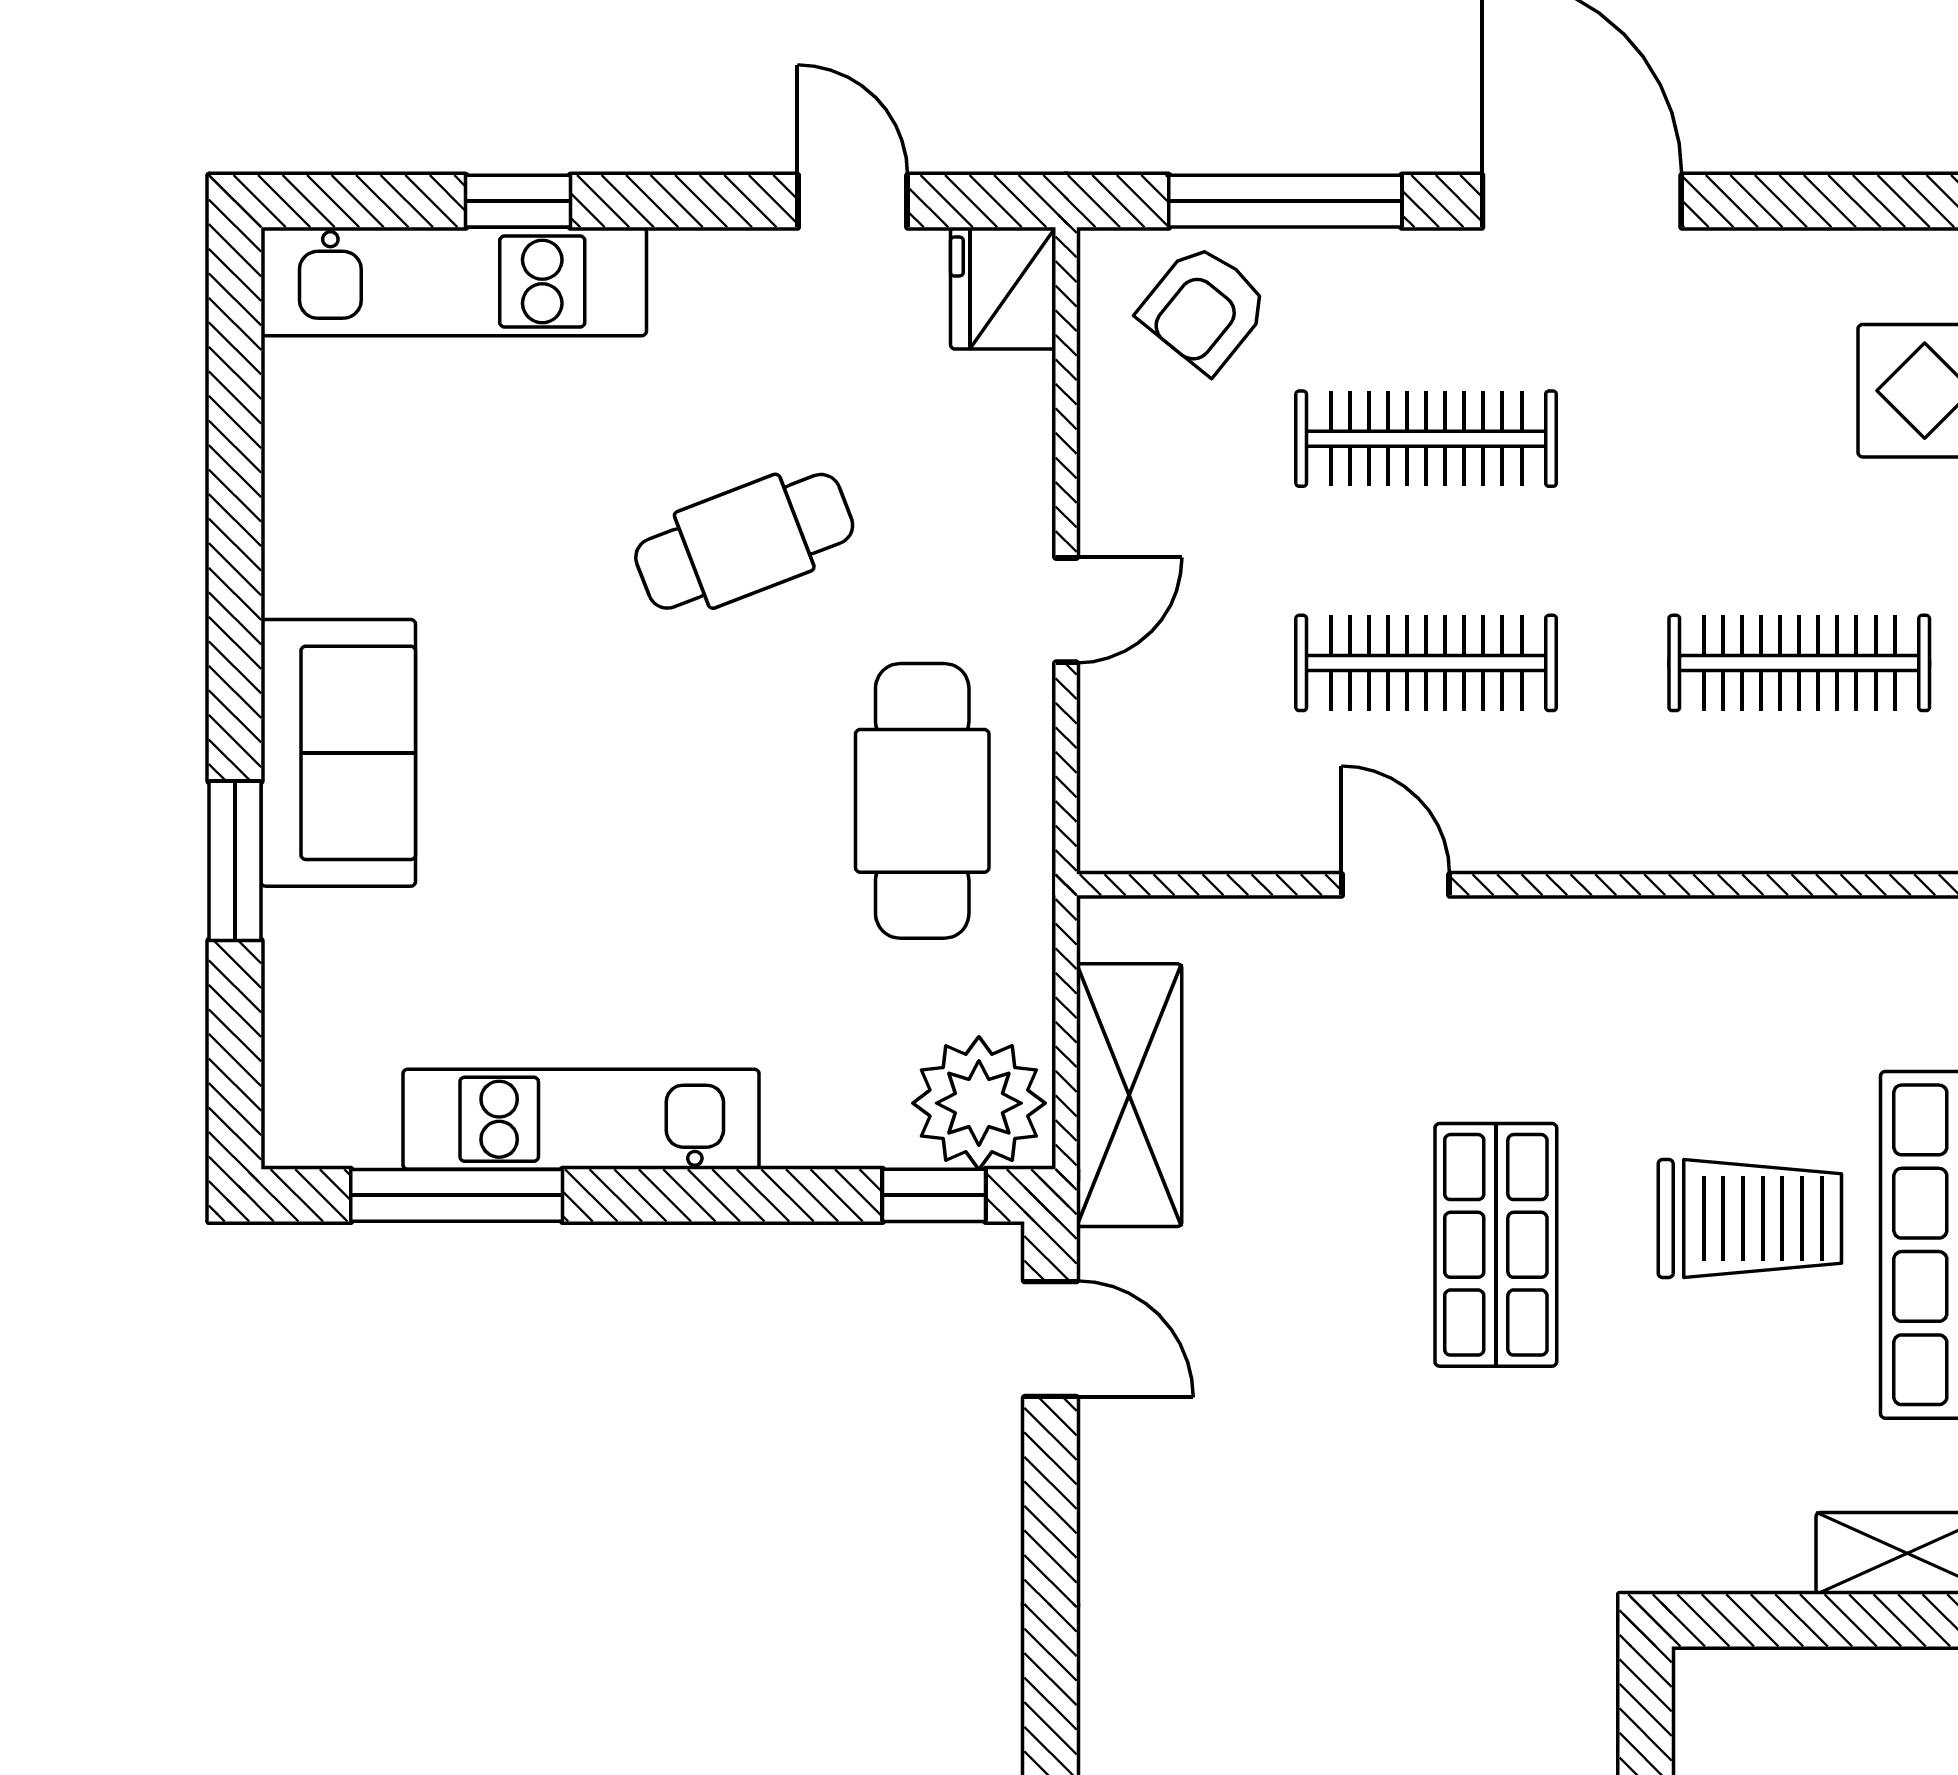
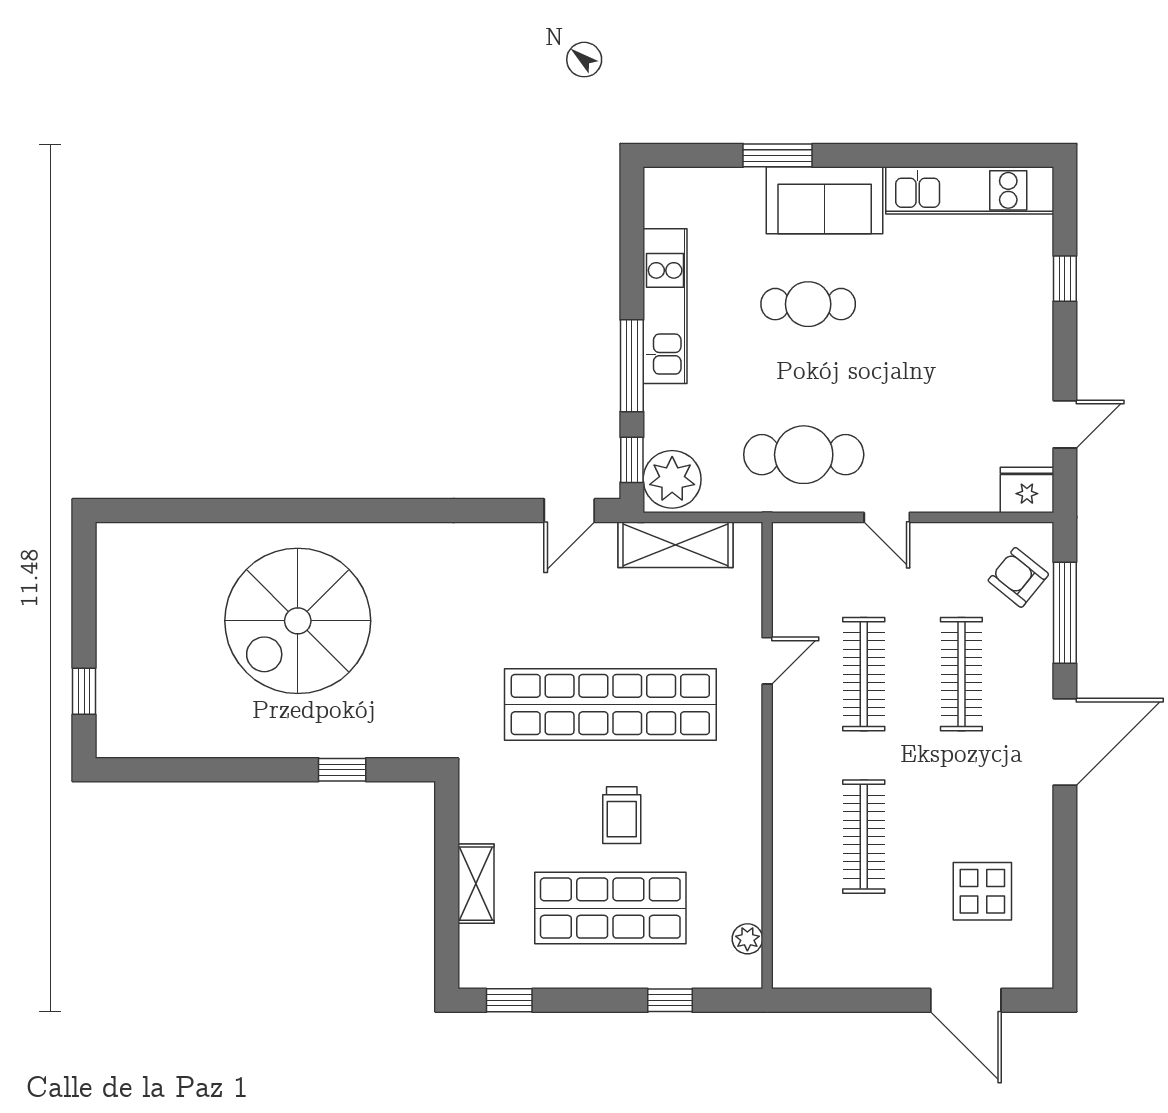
kitchen unit: (454, 281) -> (970, 190), moved, turned -90
cafe table: (744, 541) -> (808, 304), moved, turned -69
window: (457, 1195) -> (632, 366), moved
trolley: (1750, 1219) -> (622, 815), width x0.73, depth x0.72
shop shelf: (1496, 1245) -> (610, 705), width x2.00, depth x1.36

